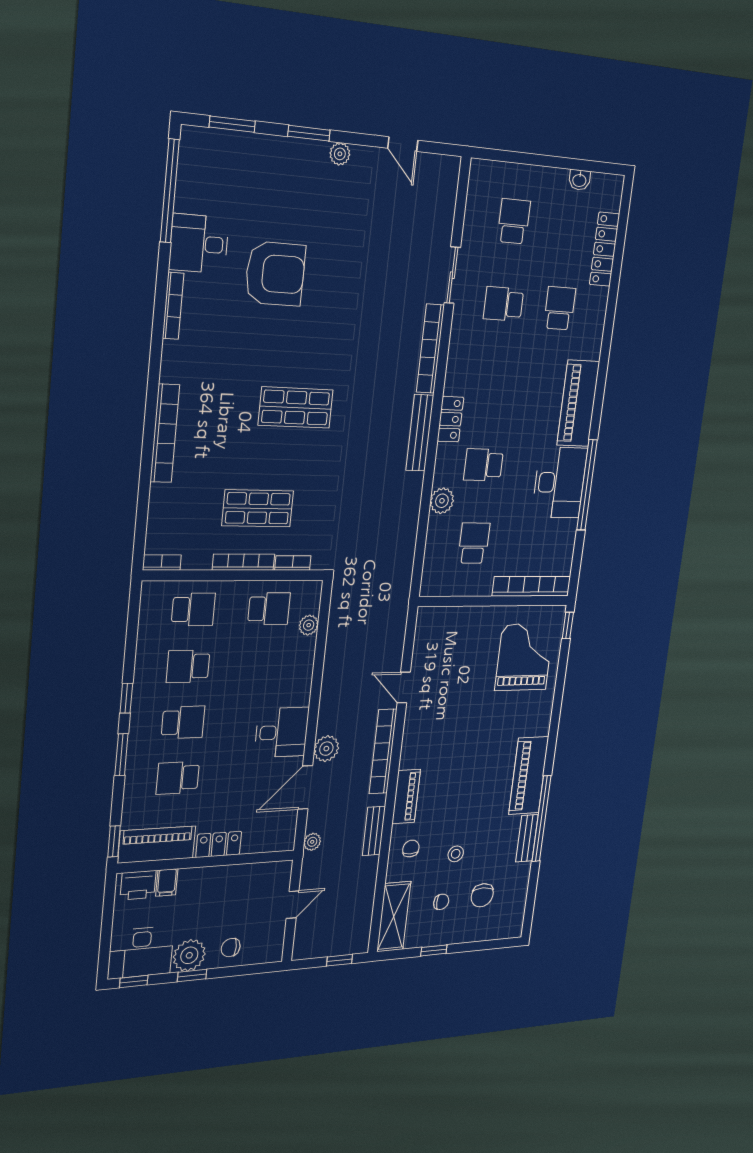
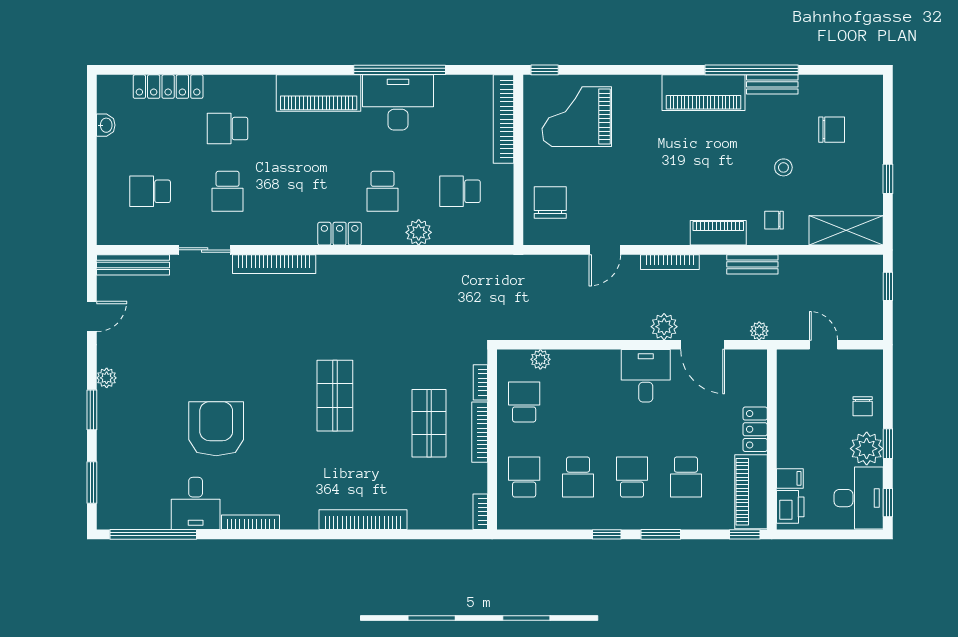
bench: (420, 433) -> (133, 265), moved
bookcase: (383, 751) -> (670, 262), width x0.68, depth x0.76
chair: (441, 902) -> (550, 202), moved, width x1.87, depth x1.87

